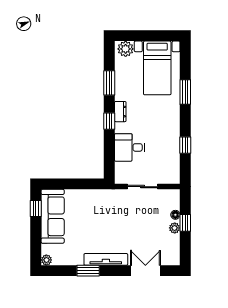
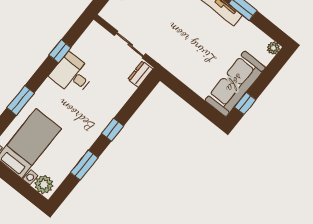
dresser: (120, 112) -> (140, 74), moved
desk: (129, 147) -> (72, 75), moved, turned 180

